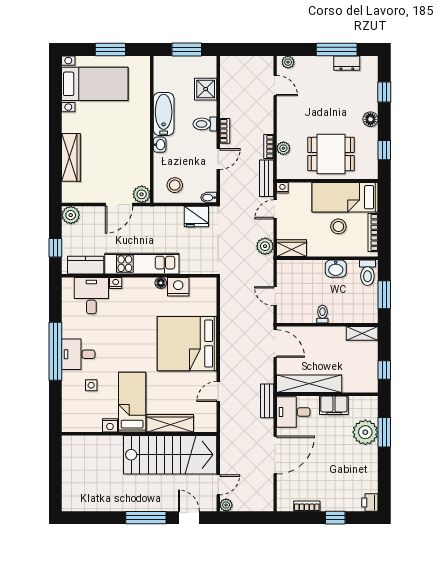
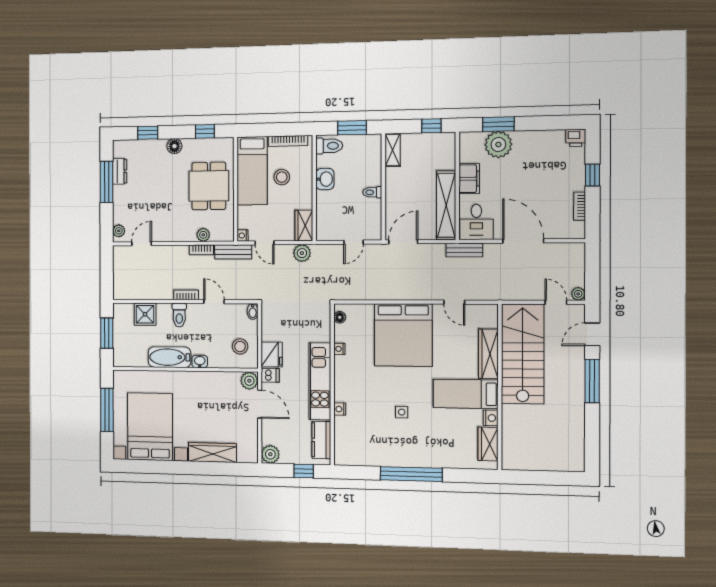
window: (110, 50) -> (107, 410), width x1.44
bed with nightstands: (95, 84) -> (150, 427), width x1.36
dishwasher: (147, 215) -> (270, 375), added
fridge: (196, 216) -> (272, 355), moved
floor lamp: (161, 283) -> (340, 317), moved
nightstand: (178, 287) -> (339, 349), width x0.53, depth x0.56
desk: (91, 296) -> (353, 435), removed
desk: (78, 354) -> (414, 450), removed
side table: (91, 385) -> (402, 412), moved
wardrobe: (86, 423) -> (488, 444), added

